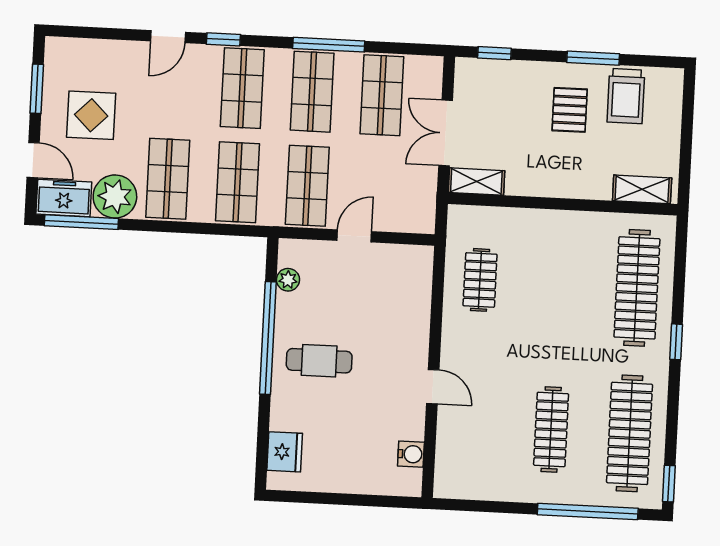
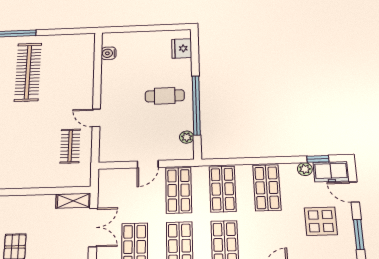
plant: (115, 196) -> (305, 169), width x0.53, depth x0.53
window: (81, 222) -> (318, 159), width x0.46
door: (433, 387) -> (96, 118), moved
clothes rail: (551, 429) -> (28, 72), width x1.37, depth x1.31

